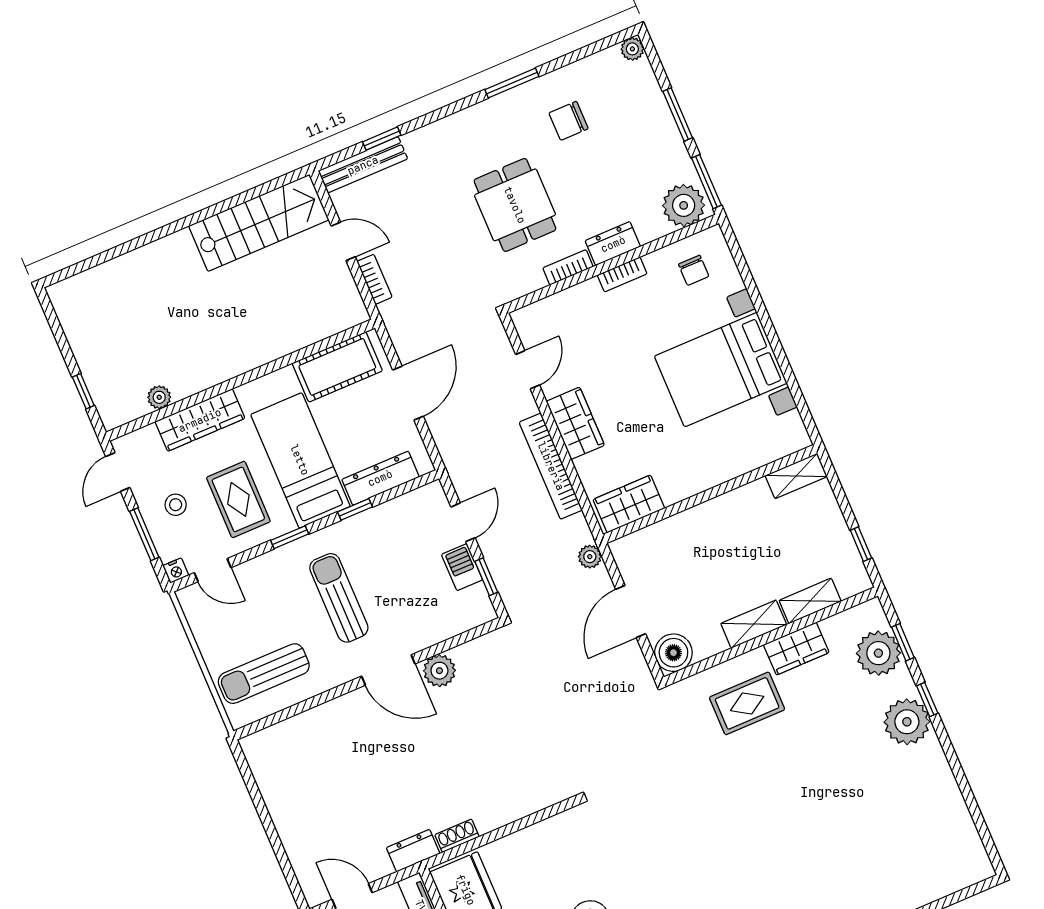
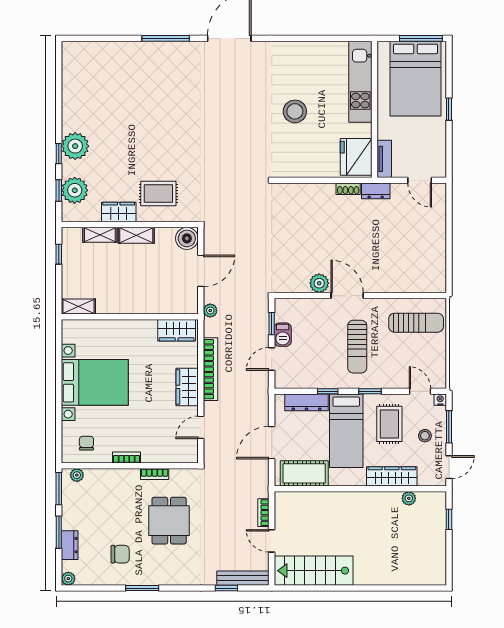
plant: (684, 205) -> (77, 475), width x0.53, depth x0.53
dresser: (613, 244) -> (70, 545), moved, turned -90

